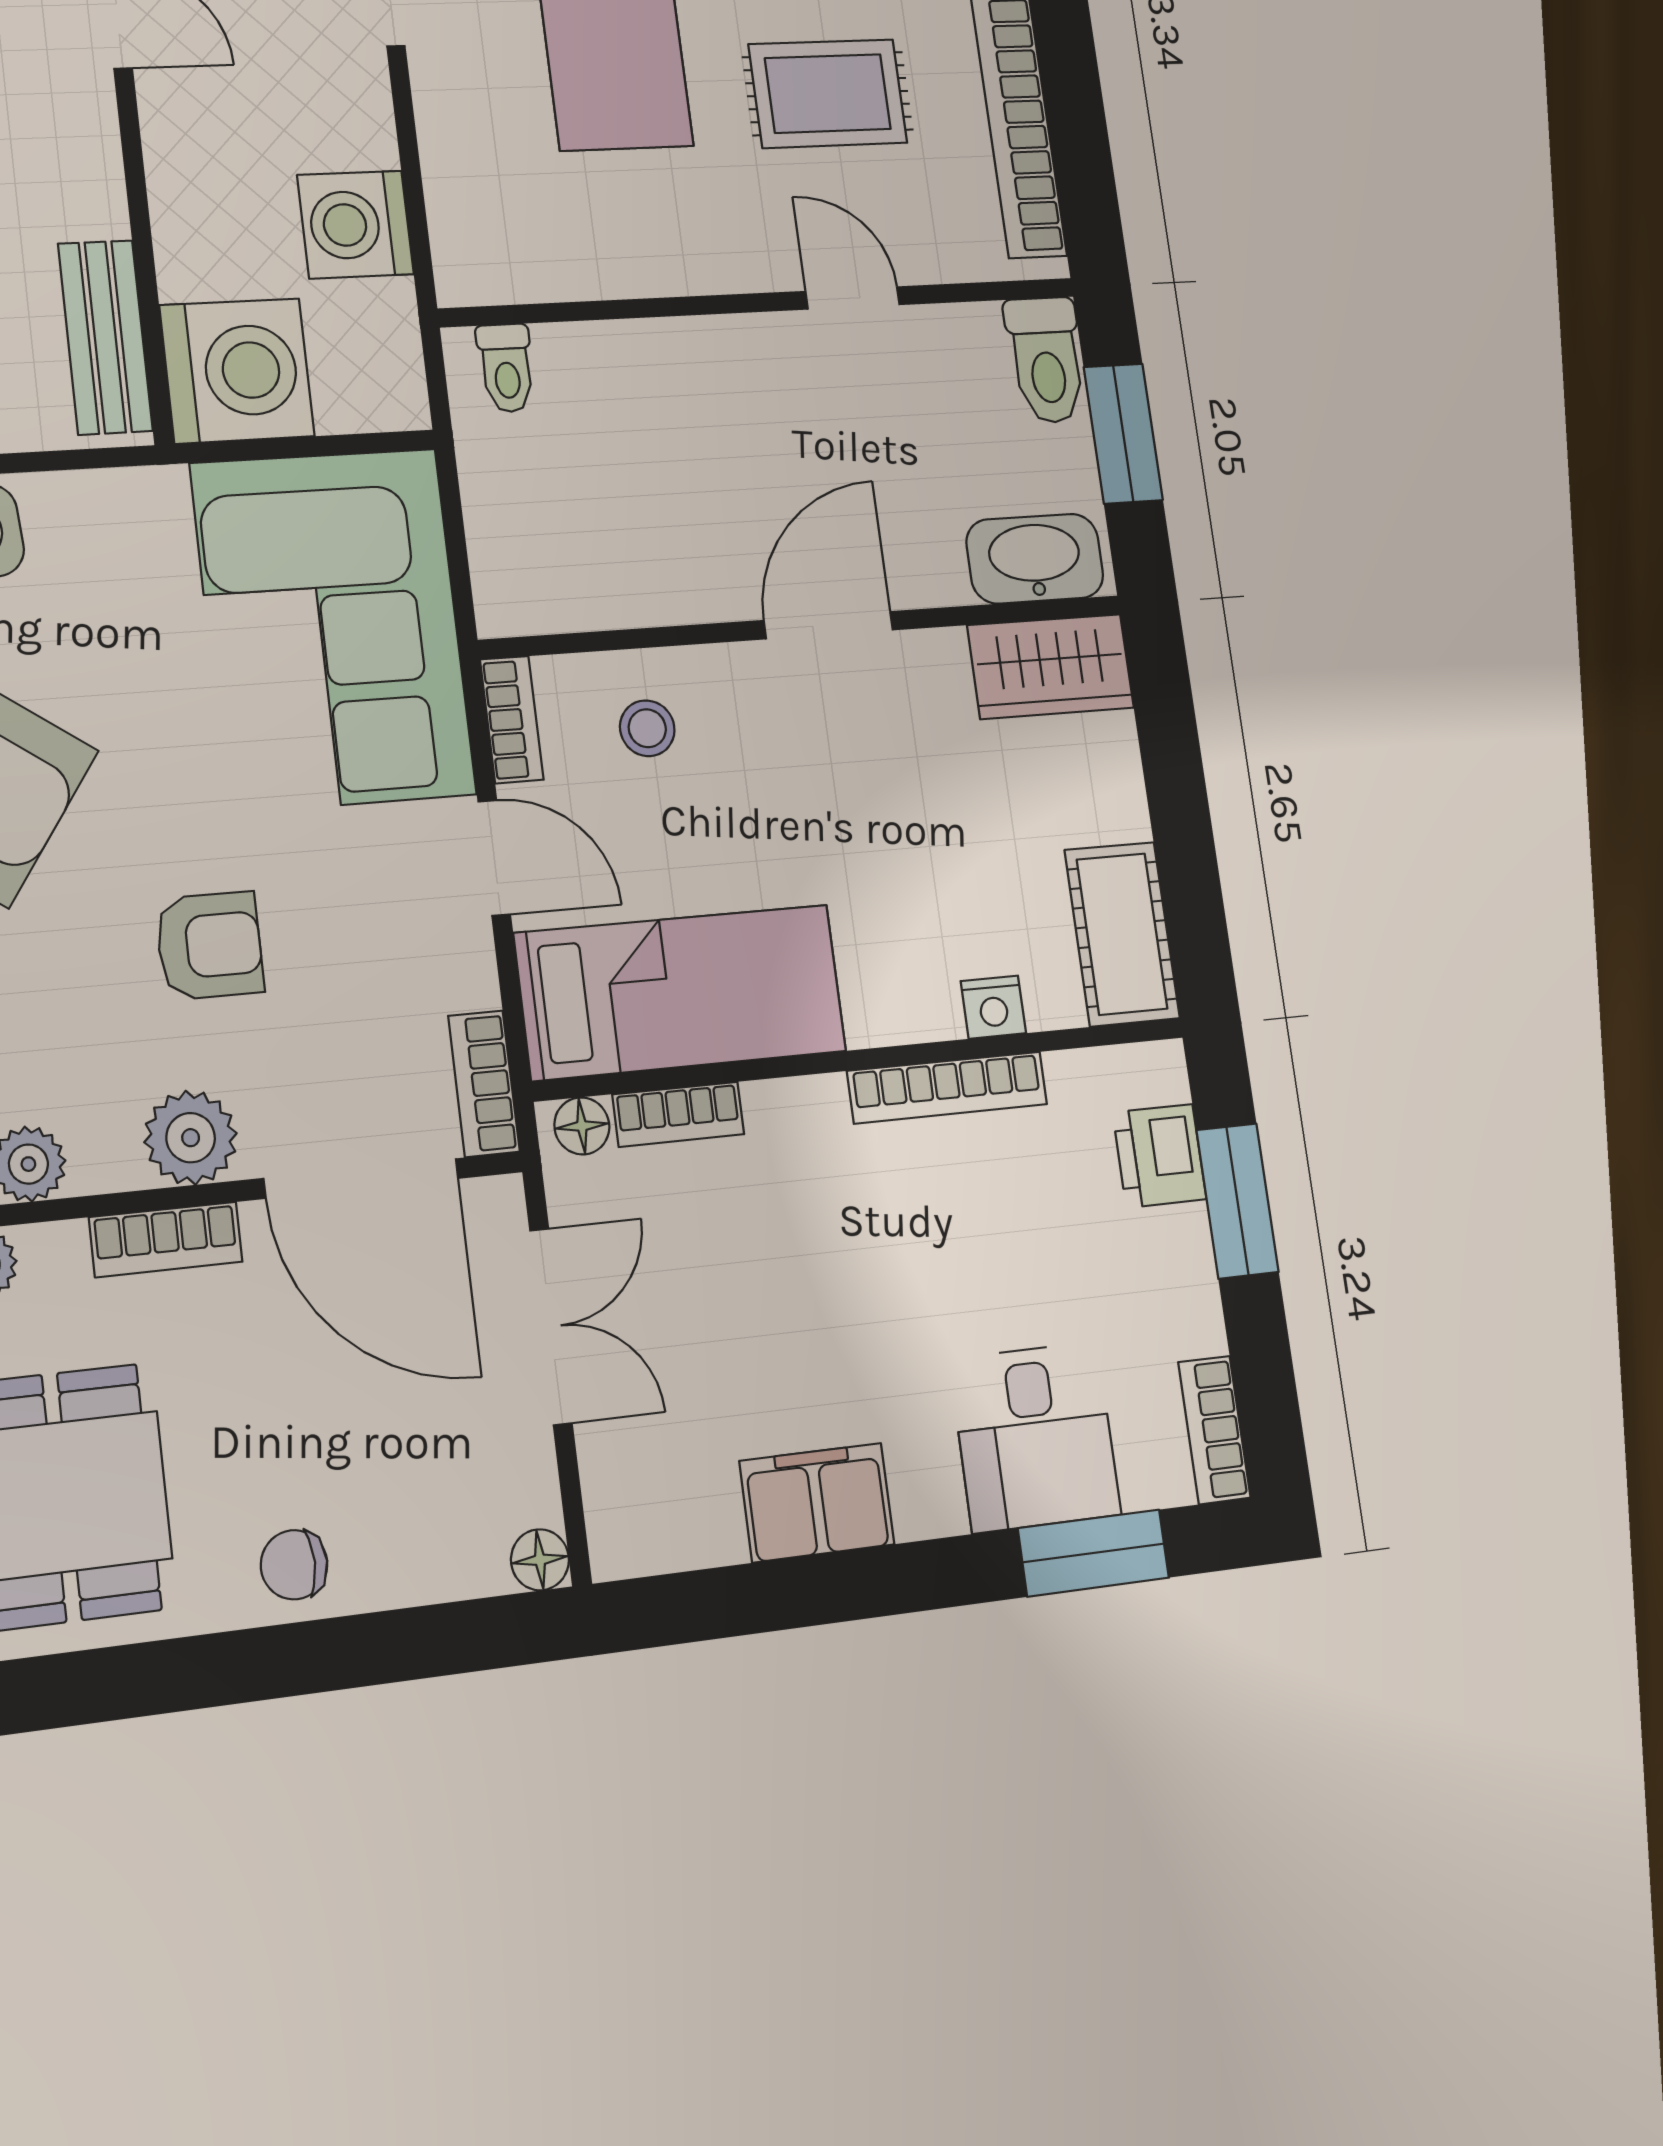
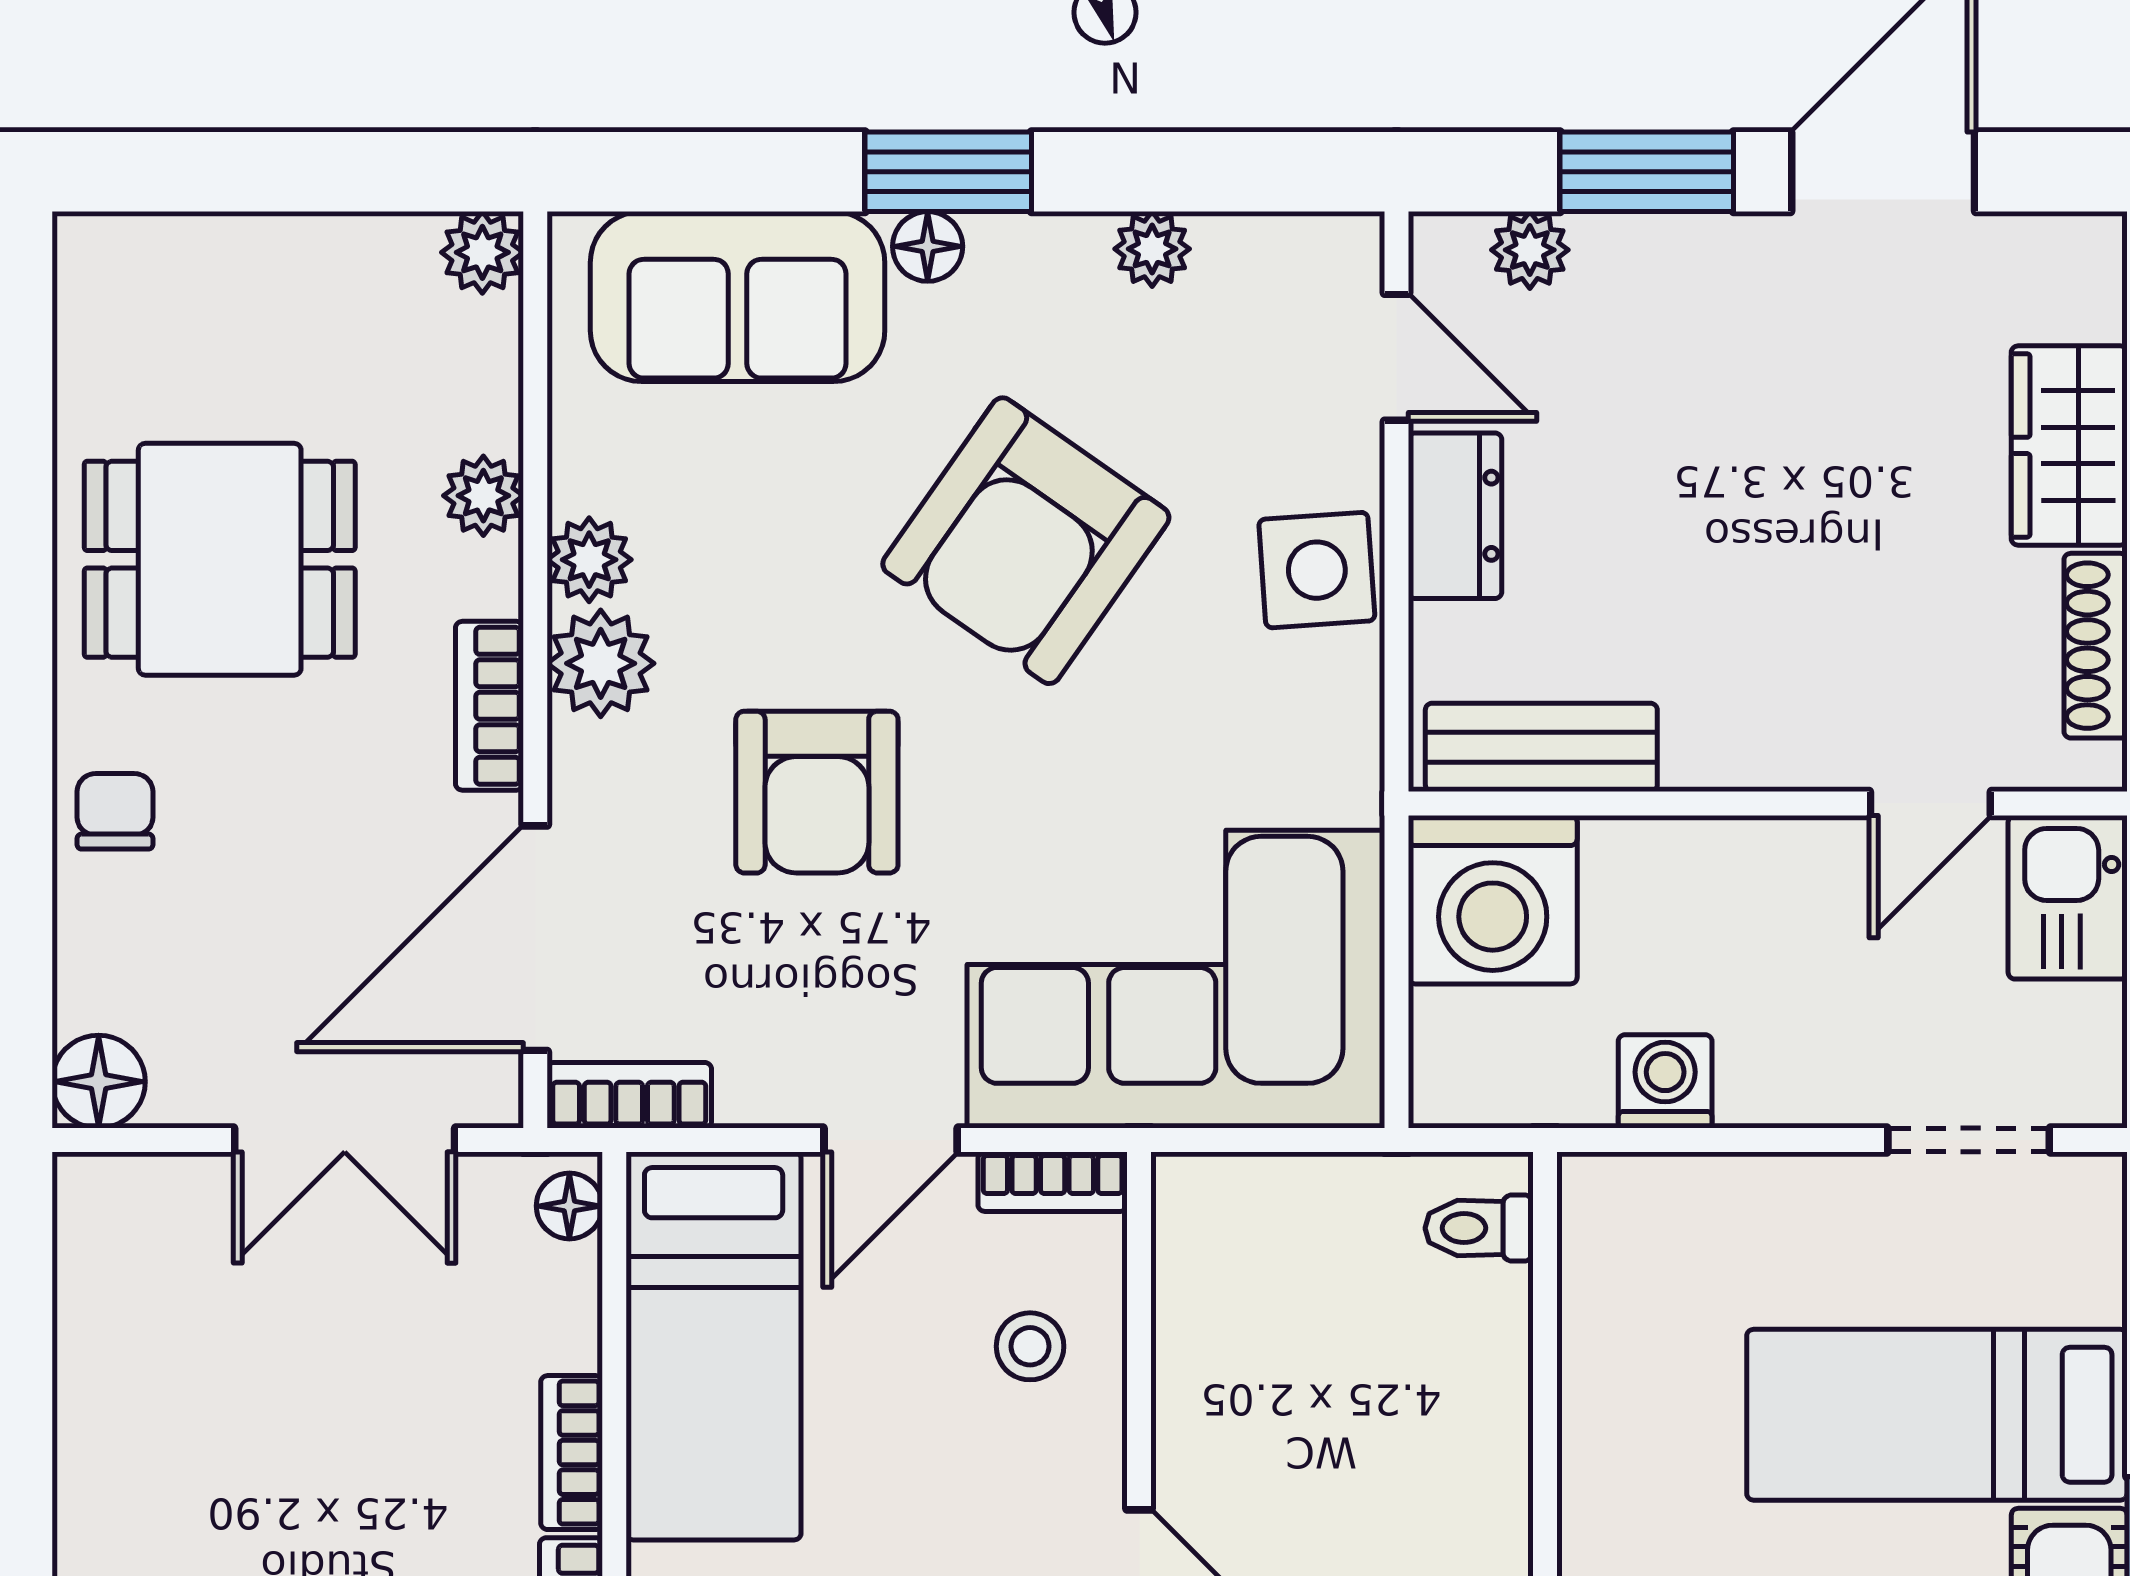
washing machine: (355, 225) -> (1665, 1081), width x0.73, depth x0.73
armchair: (209, 946) -> (817, 792), width x1.38, depth x1.38
bookcase: (678, 1114) -> (572, 1453), moved
plant: (191, 1138) -> (601, 663), moved
filing cabinet: (817, 1503) -> (110, 1431), removed
floor lamp: (540, 1560) -> (99, 1082), width x1.37, depth x1.37

